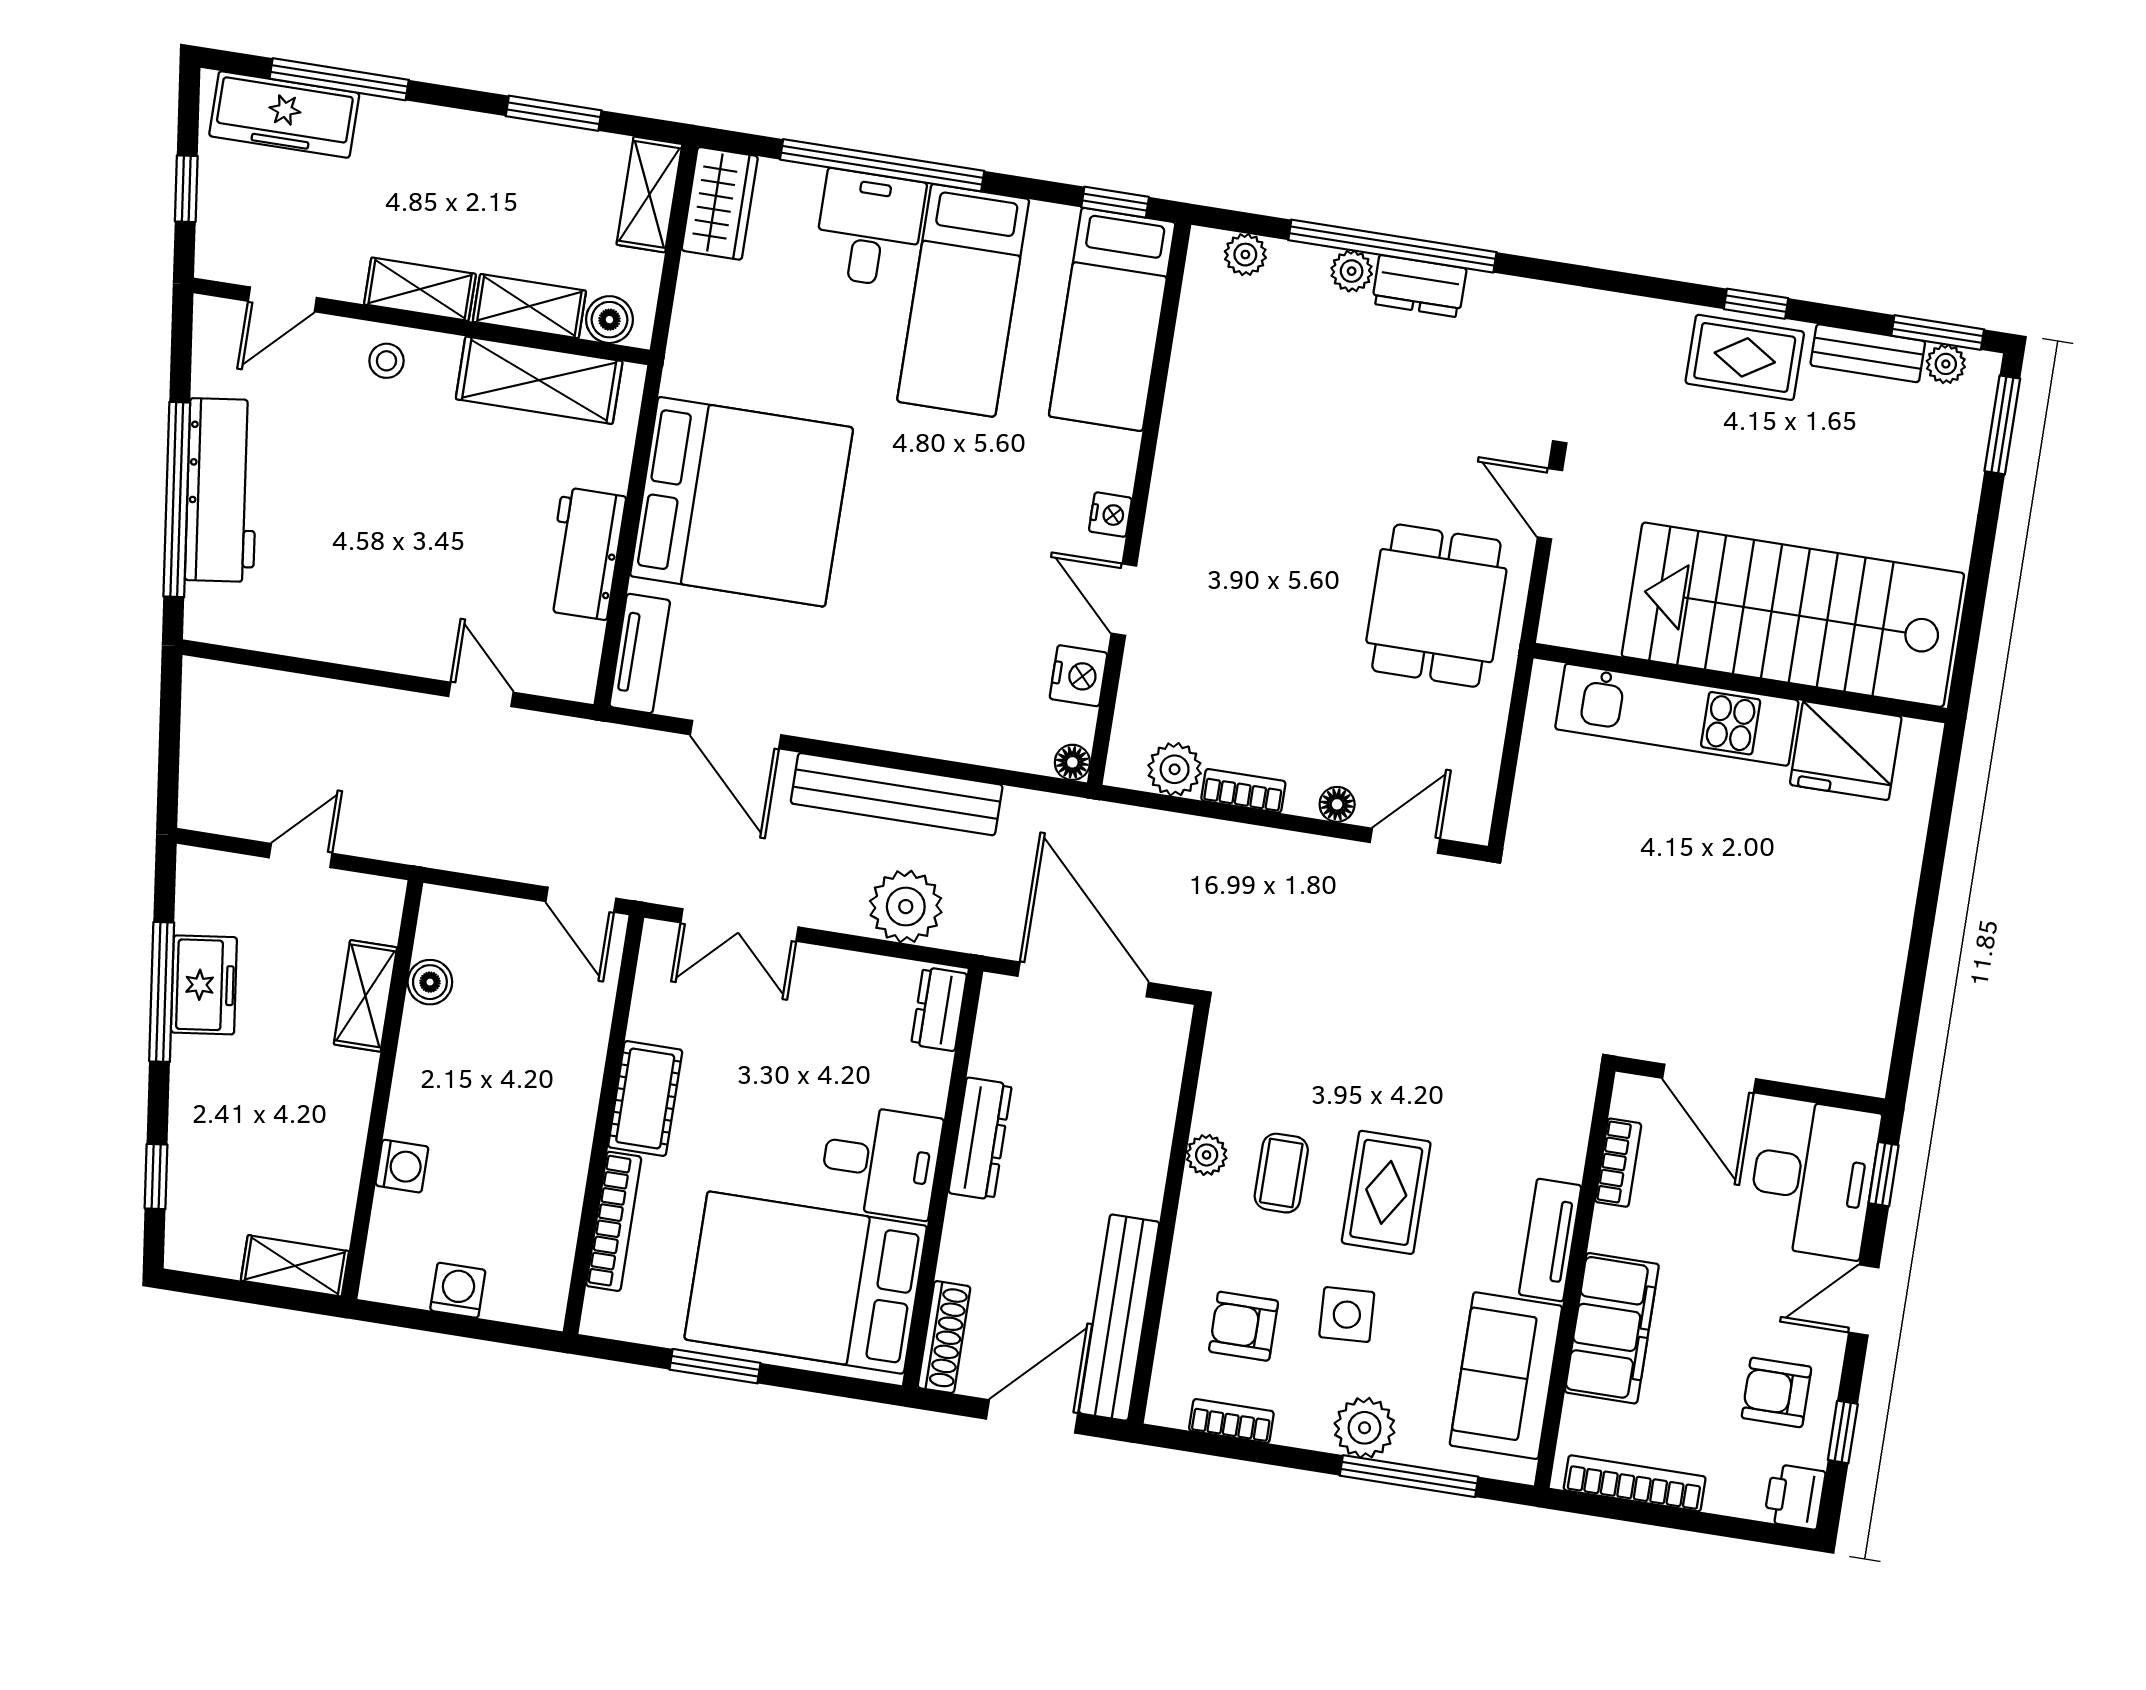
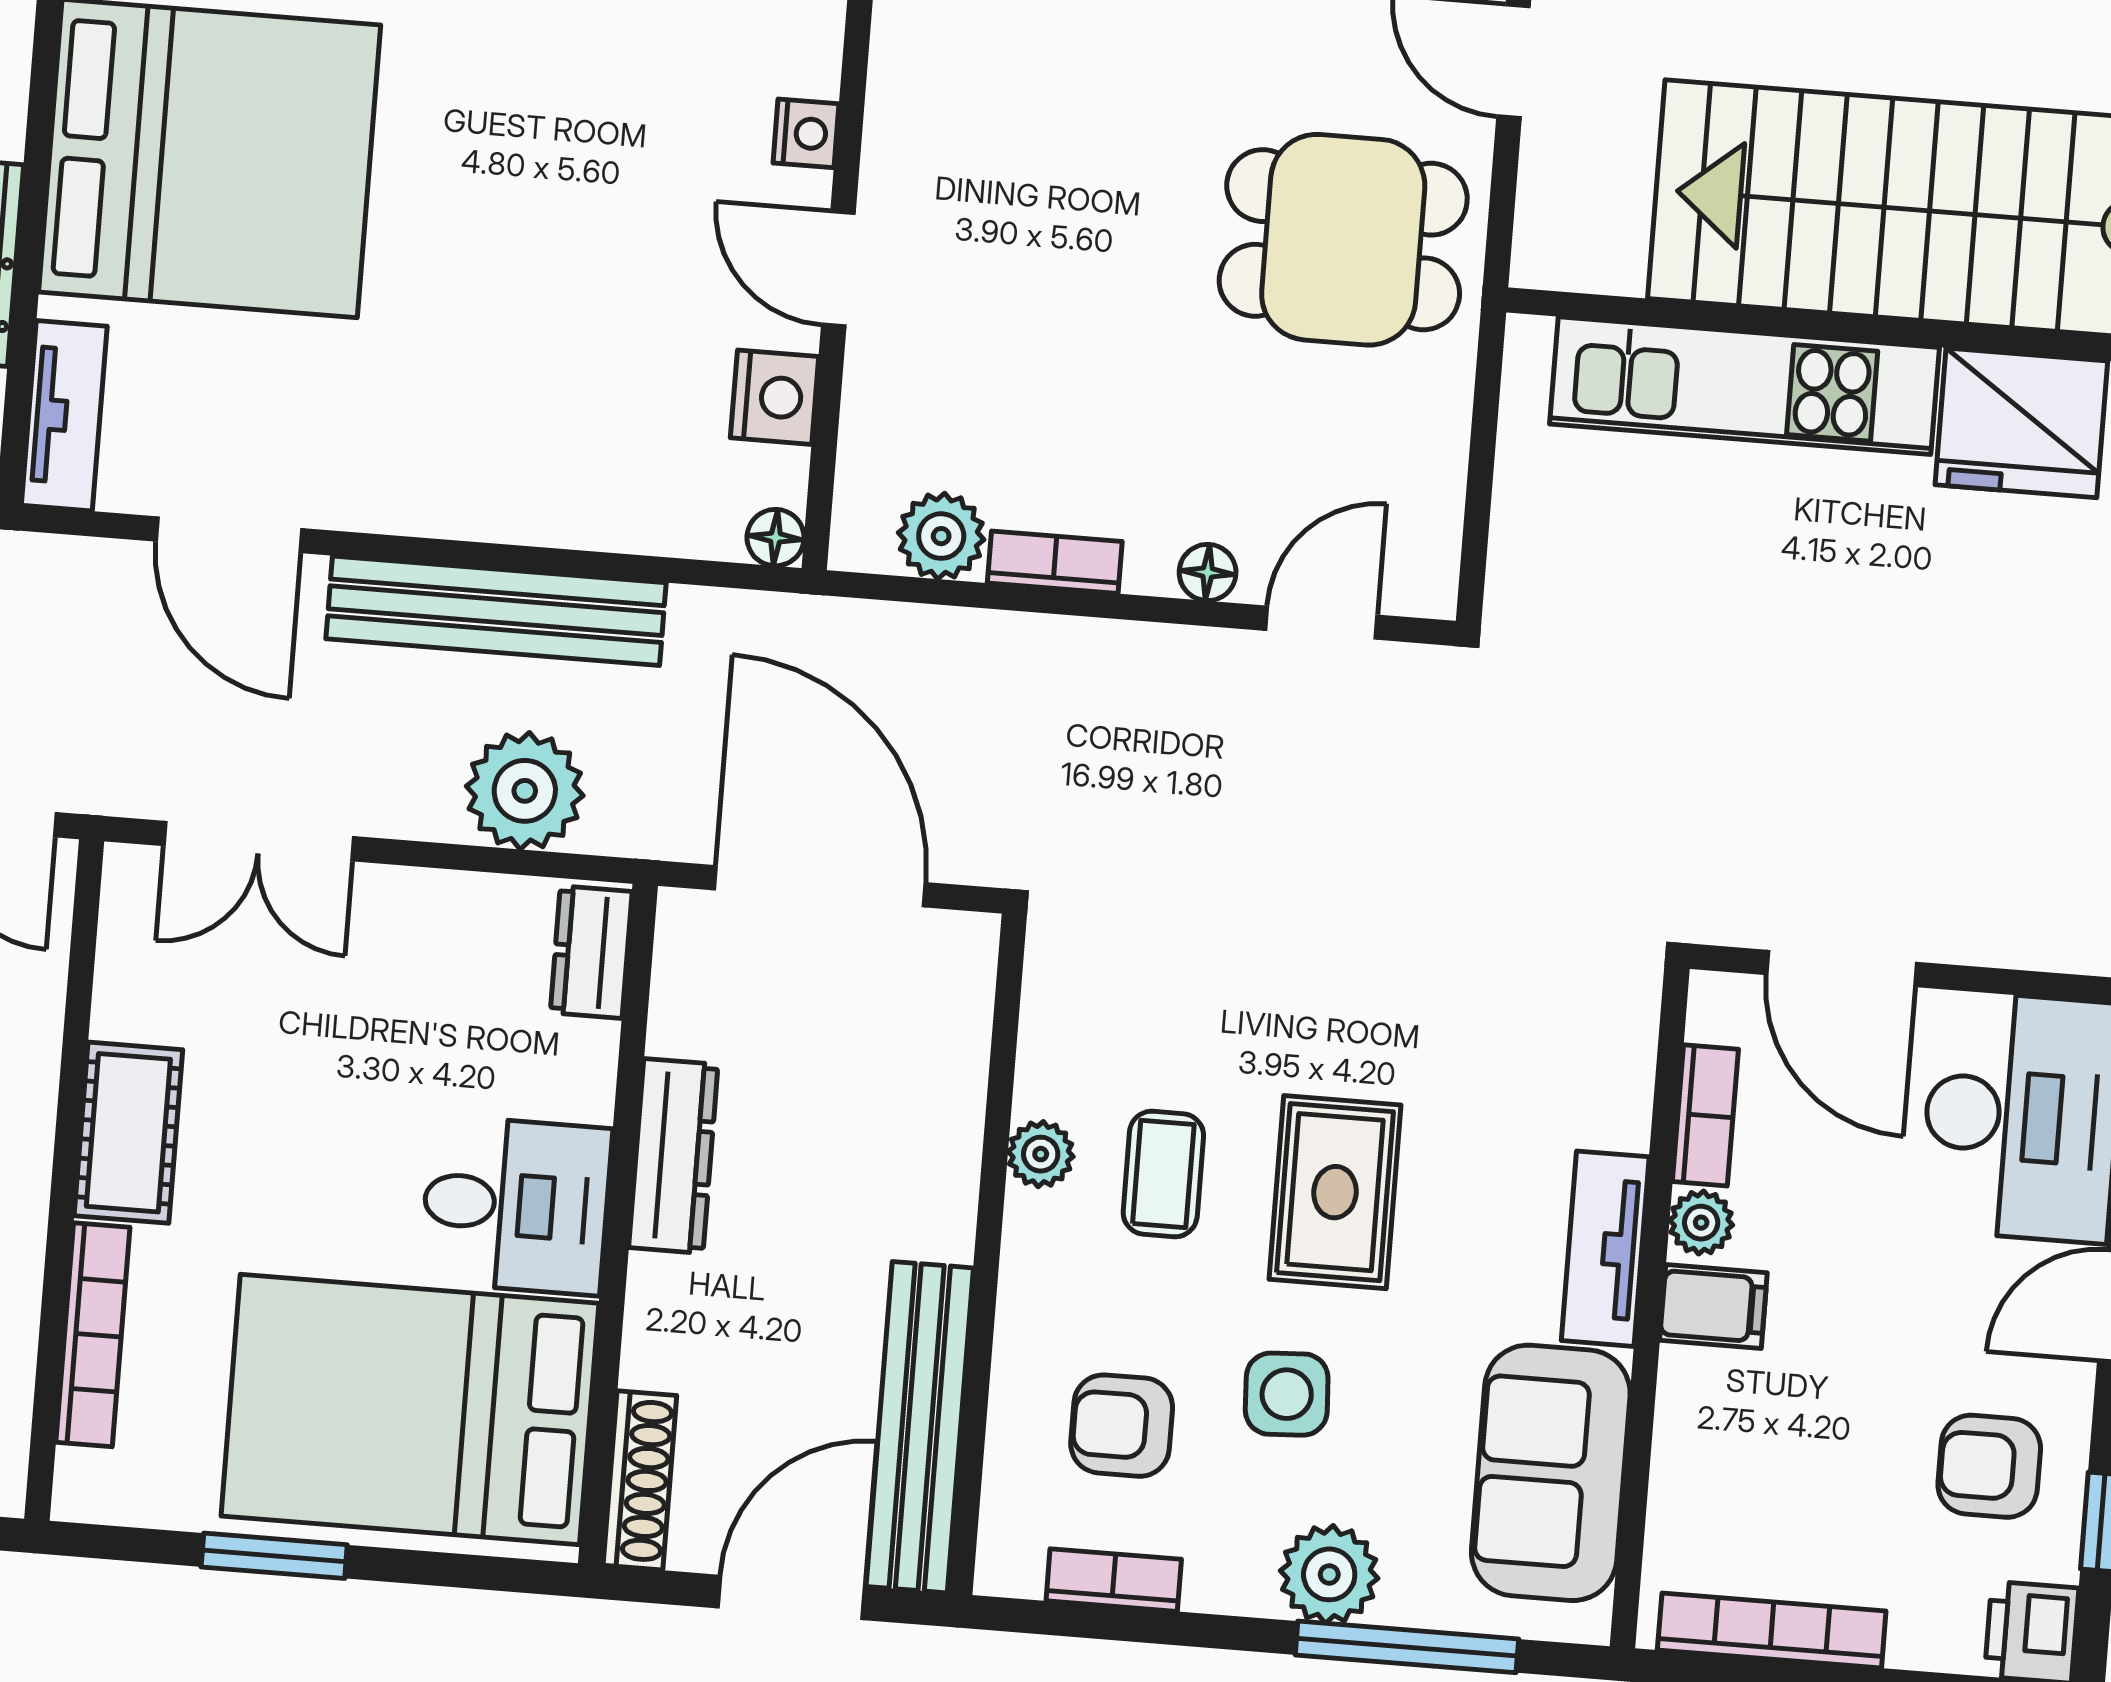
dining table: (1436, 606) -> (1343, 240), turned 90
plant: (1610, 1228) -> (1701, 1223), added
filing cabinet: (1612, 1328) -> (1713, 1306), width x0.33, depth x0.86

